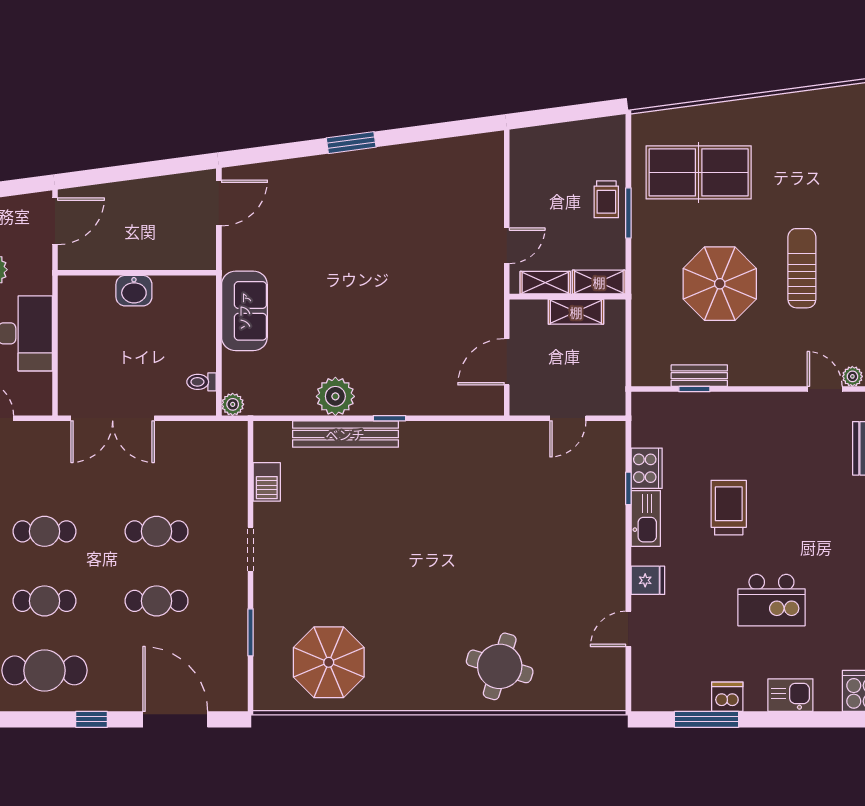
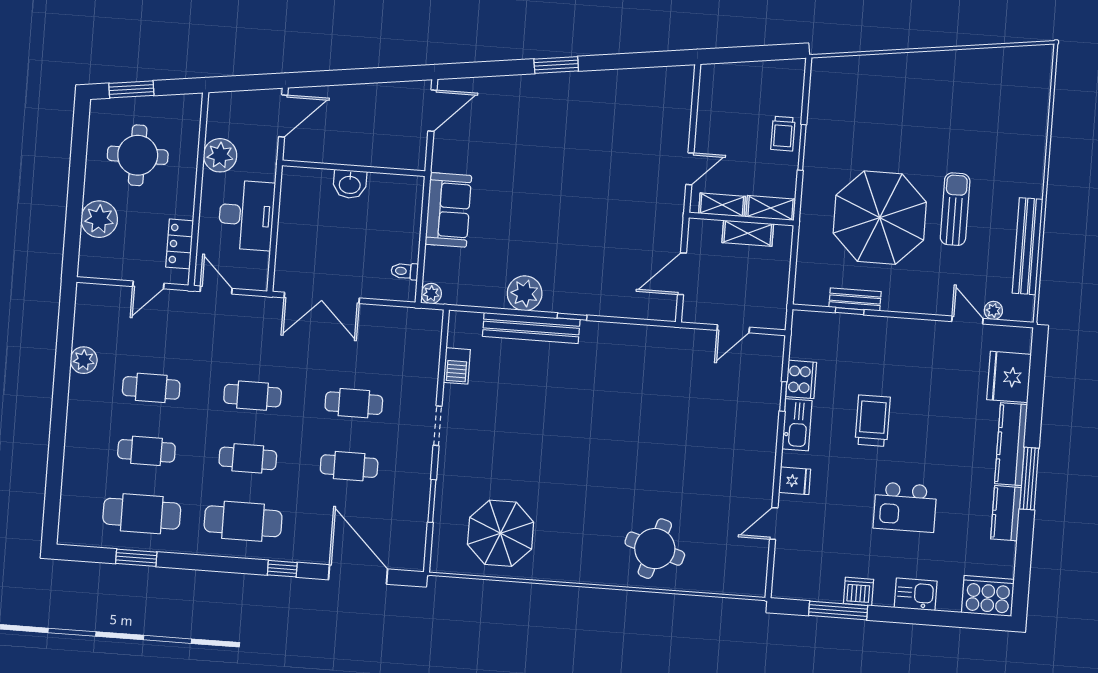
table tennis table: (699, 172) -> (868, 116), removed
parasol: (720, 284) -> (880, 218), width x1.36, depth x1.36

